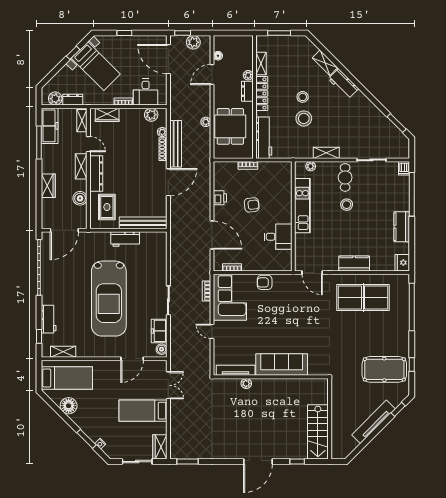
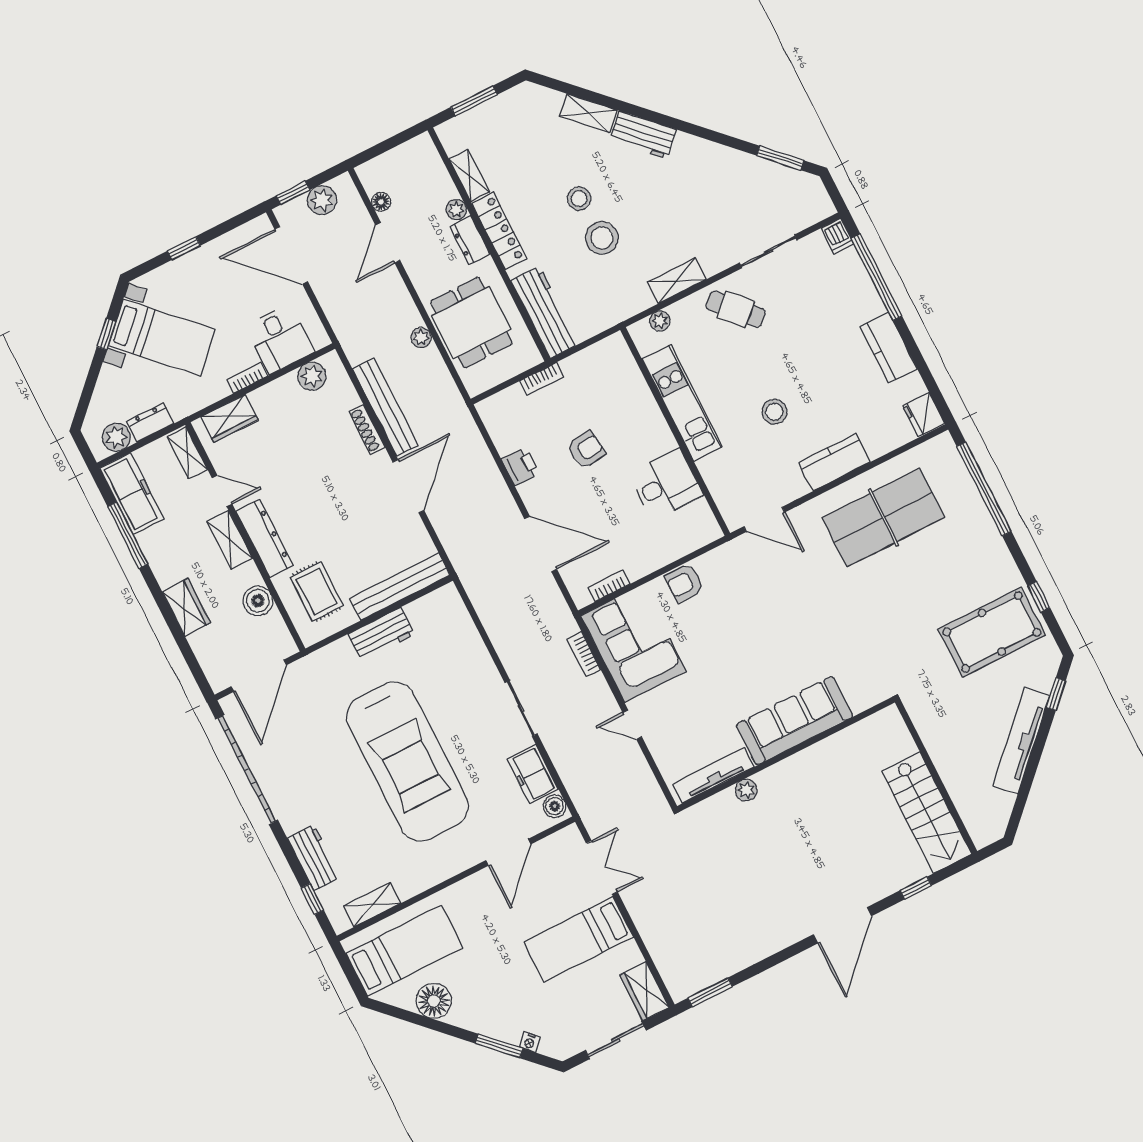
plant: (162, 132) -> (349, 398), removed
cafe table: (345, 177) -> (736, 309), turned -43
stool: (347, 205) -> (774, 412), moved

